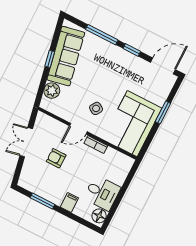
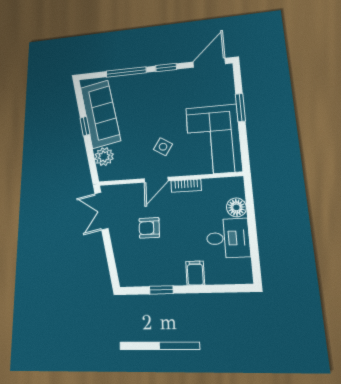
double door: (26, 142) -> (101, 211), moved
window: (43, 201) -> (161, 290), width x0.67
floor lamp: (99, 216) -> (236, 207), moved

